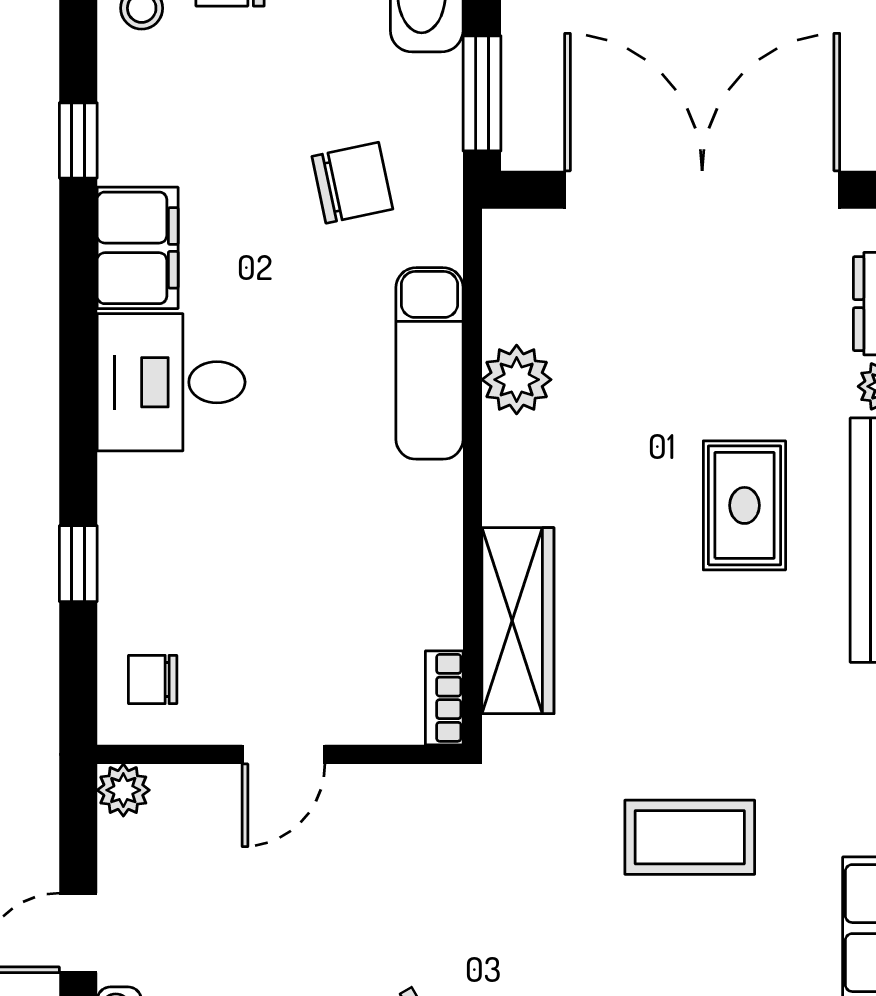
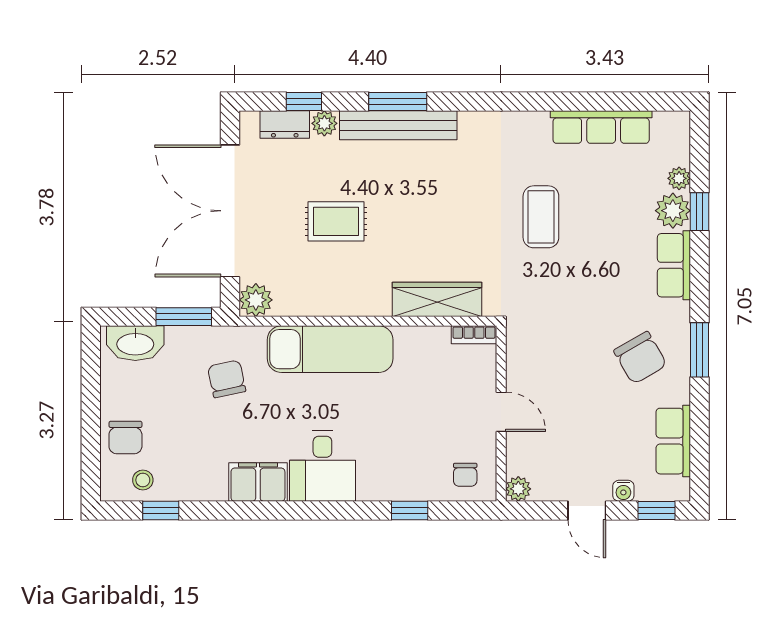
window: (78, 140) -> (161, 510), moved
exam couch: (430, 363) -> (330, 349), width x1.36, depth x1.45
plant: (517, 380) -> (256, 300), moved
rug: (744, 505) -> (336, 221), moved

